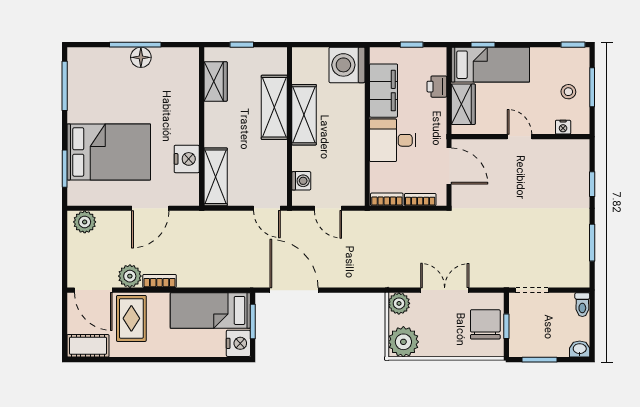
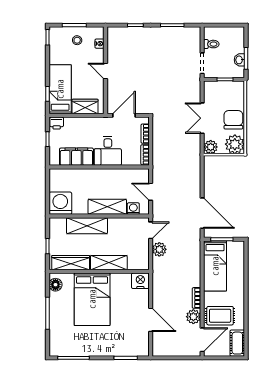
floor lamp: (141, 57) -> (55, 285), moved
washing machine: (347, 65) -> (60, 203), moved, turned 180
wardrobe: (216, 81) -> (71, 263), width x1.50
printer: (437, 87) -> (57, 123), moved
shelving: (304, 115) -> (107, 207), moved
door: (520, 137) -> (106, 71), hinge flipped
bed: (109, 152) -> (92, 299), moved, turned 180
nightstand: (187, 159) -> (140, 281), moved
shelving: (216, 177) -> (109, 263), moved
door: (150, 208) -> (151, 320), moved
door: (328, 208) -> (151, 192), swing flipped
plant: (85, 222) -> (159, 249), moved
door: (294, 290) -> (202, 213), swing flipped
toilet: (582, 305) -> (211, 44), moved
chair: (485, 324) -> (233, 120), moved, turned 90
nightstand: (238, 343) -> (236, 248), removed
washbasin: (580, 349) -> (239, 60), moved

